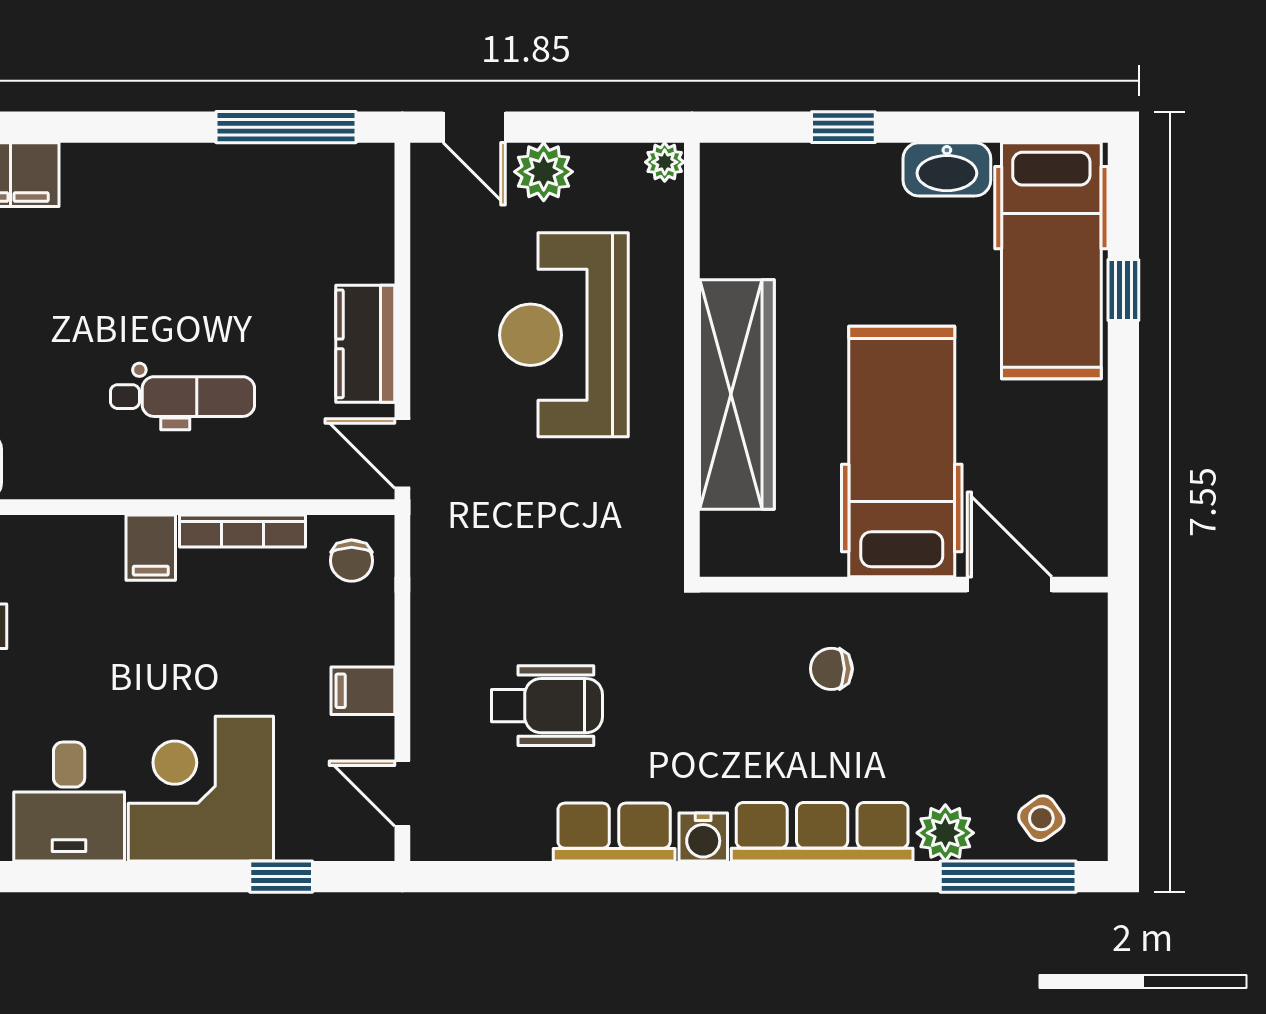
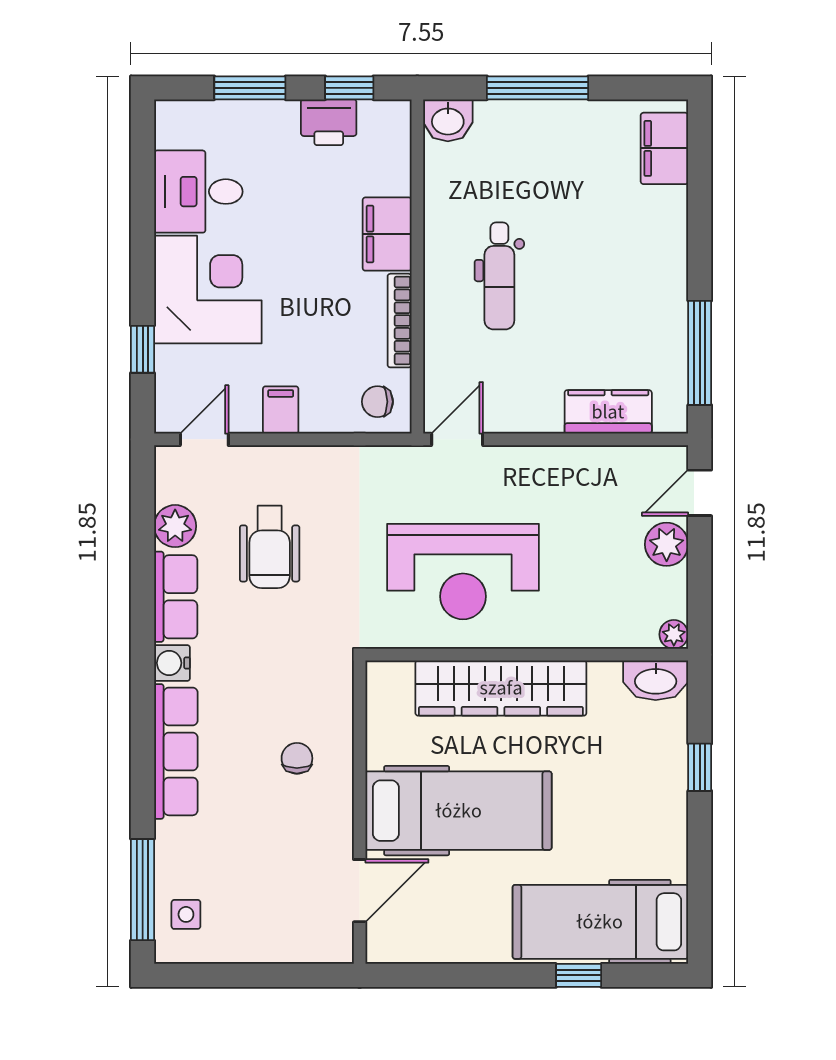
washbasin: (947, 169) -> (656, 680), moved, turned -90
reception desk: (564, 335) -> (463, 572), moved, turned 180
kitchen counter: (365, 344) -> (608, 412), moved
filing cabinet: (151, 548) -> (387, 234), width x2.00
side table: (1041, 818) -> (186, 914), turned 36
plant: (945, 833) -> (175, 526), moved

